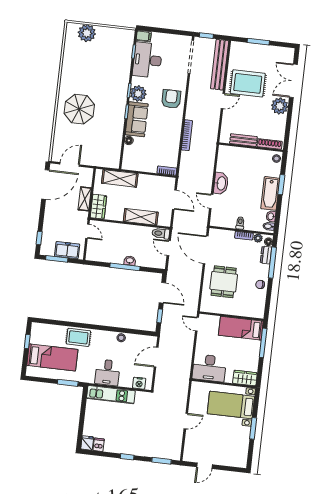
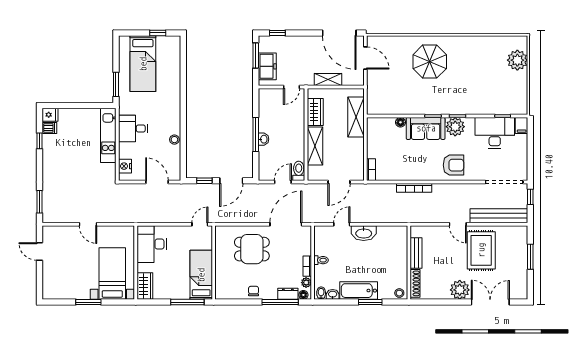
wardrobe: (98, 207) -> (315, 112), moved, turned -90
rug: (78, 337) -> (169, 91), removed
window: (127, 457) -> (39, 141), moved

